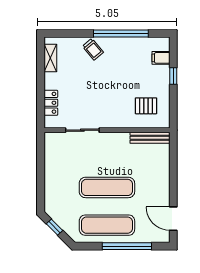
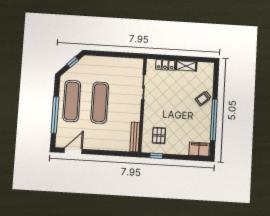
shelving: (50, 58) -> (186, 66), moved
filing cabinet: (161, 58) -> (199, 149), width x2.00
window: (173, 76) -> (156, 156), moved

